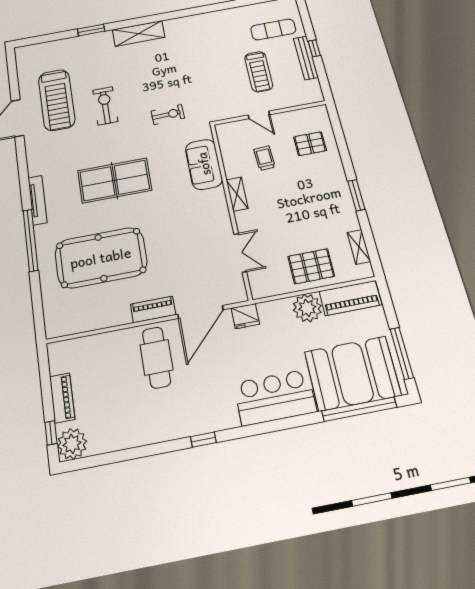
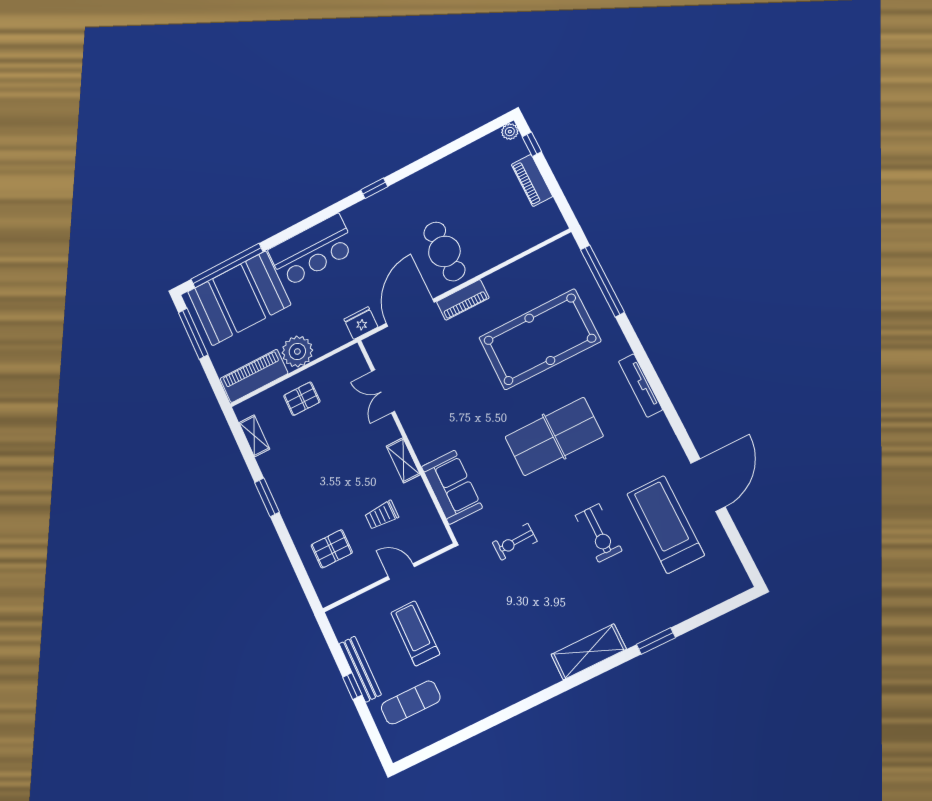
trolley: (264, 158) -> (382, 515), turned 93
window: (30, 240) -> (602, 281), moved
pallet: (311, 266) -> (302, 399), width x0.67, depth x0.71
plant: (72, 444) -> (510, 132), width x0.53, depth x0.53

